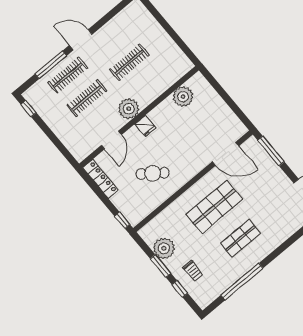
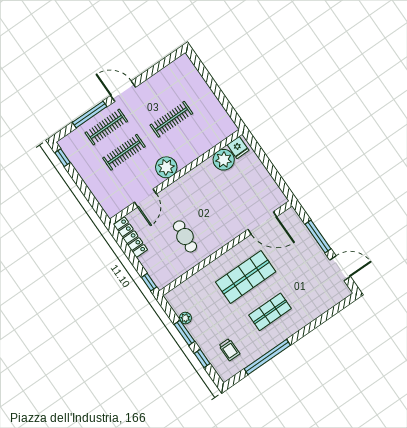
fridge: (145, 126) -> (238, 148), moved
window: (271, 151) -> (318, 236), moved
cafe table: (153, 173) -> (185, 236), turned 58
plant: (164, 248) -> (185, 318), width x0.53, depth x0.53
trolley: (193, 271) -> (229, 350), moved

